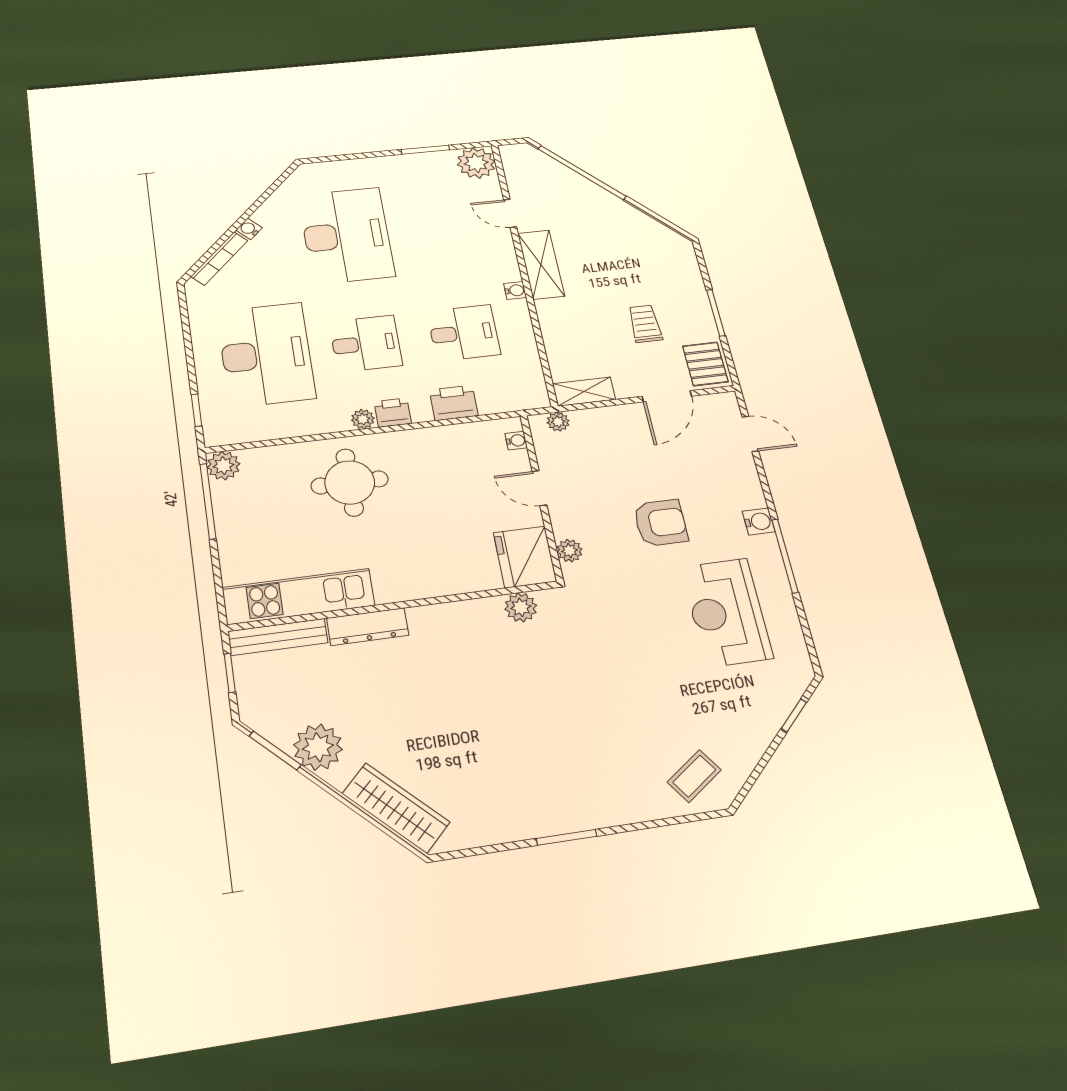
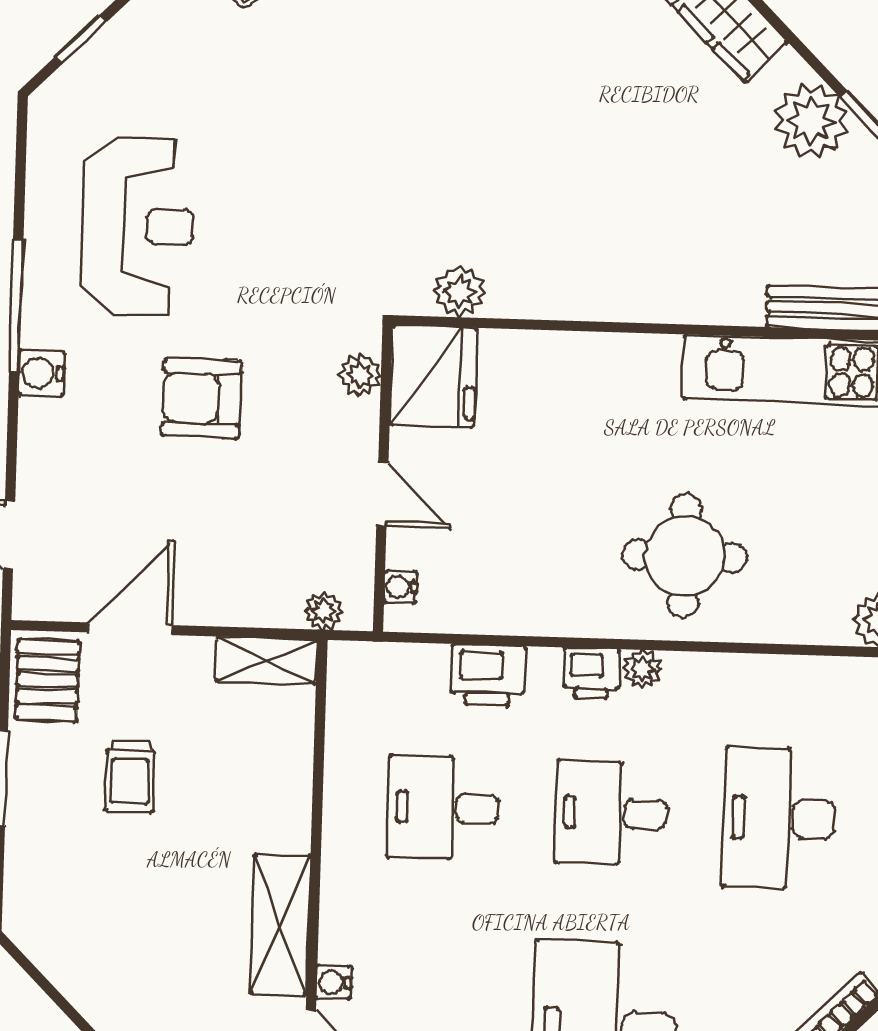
water cooler: (515, 290) -> (334, 982), moved
desk: (266, 355) -> (779, 818), width x0.73, depth x0.77
dresser: (368, 627) -> (702, 301), removed

